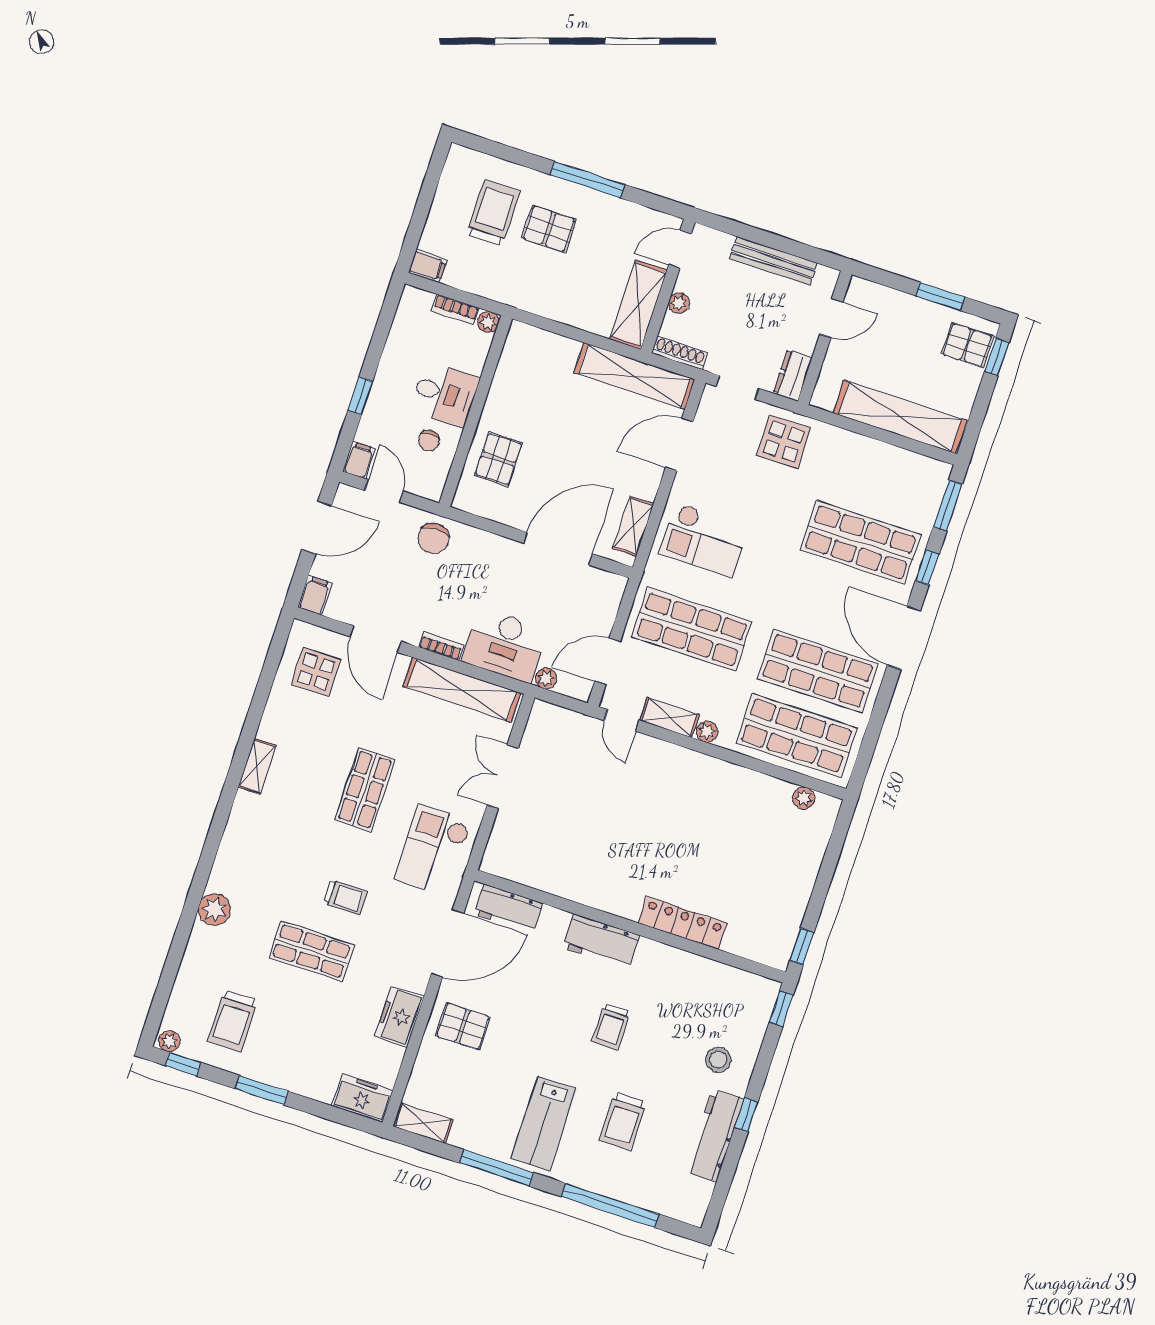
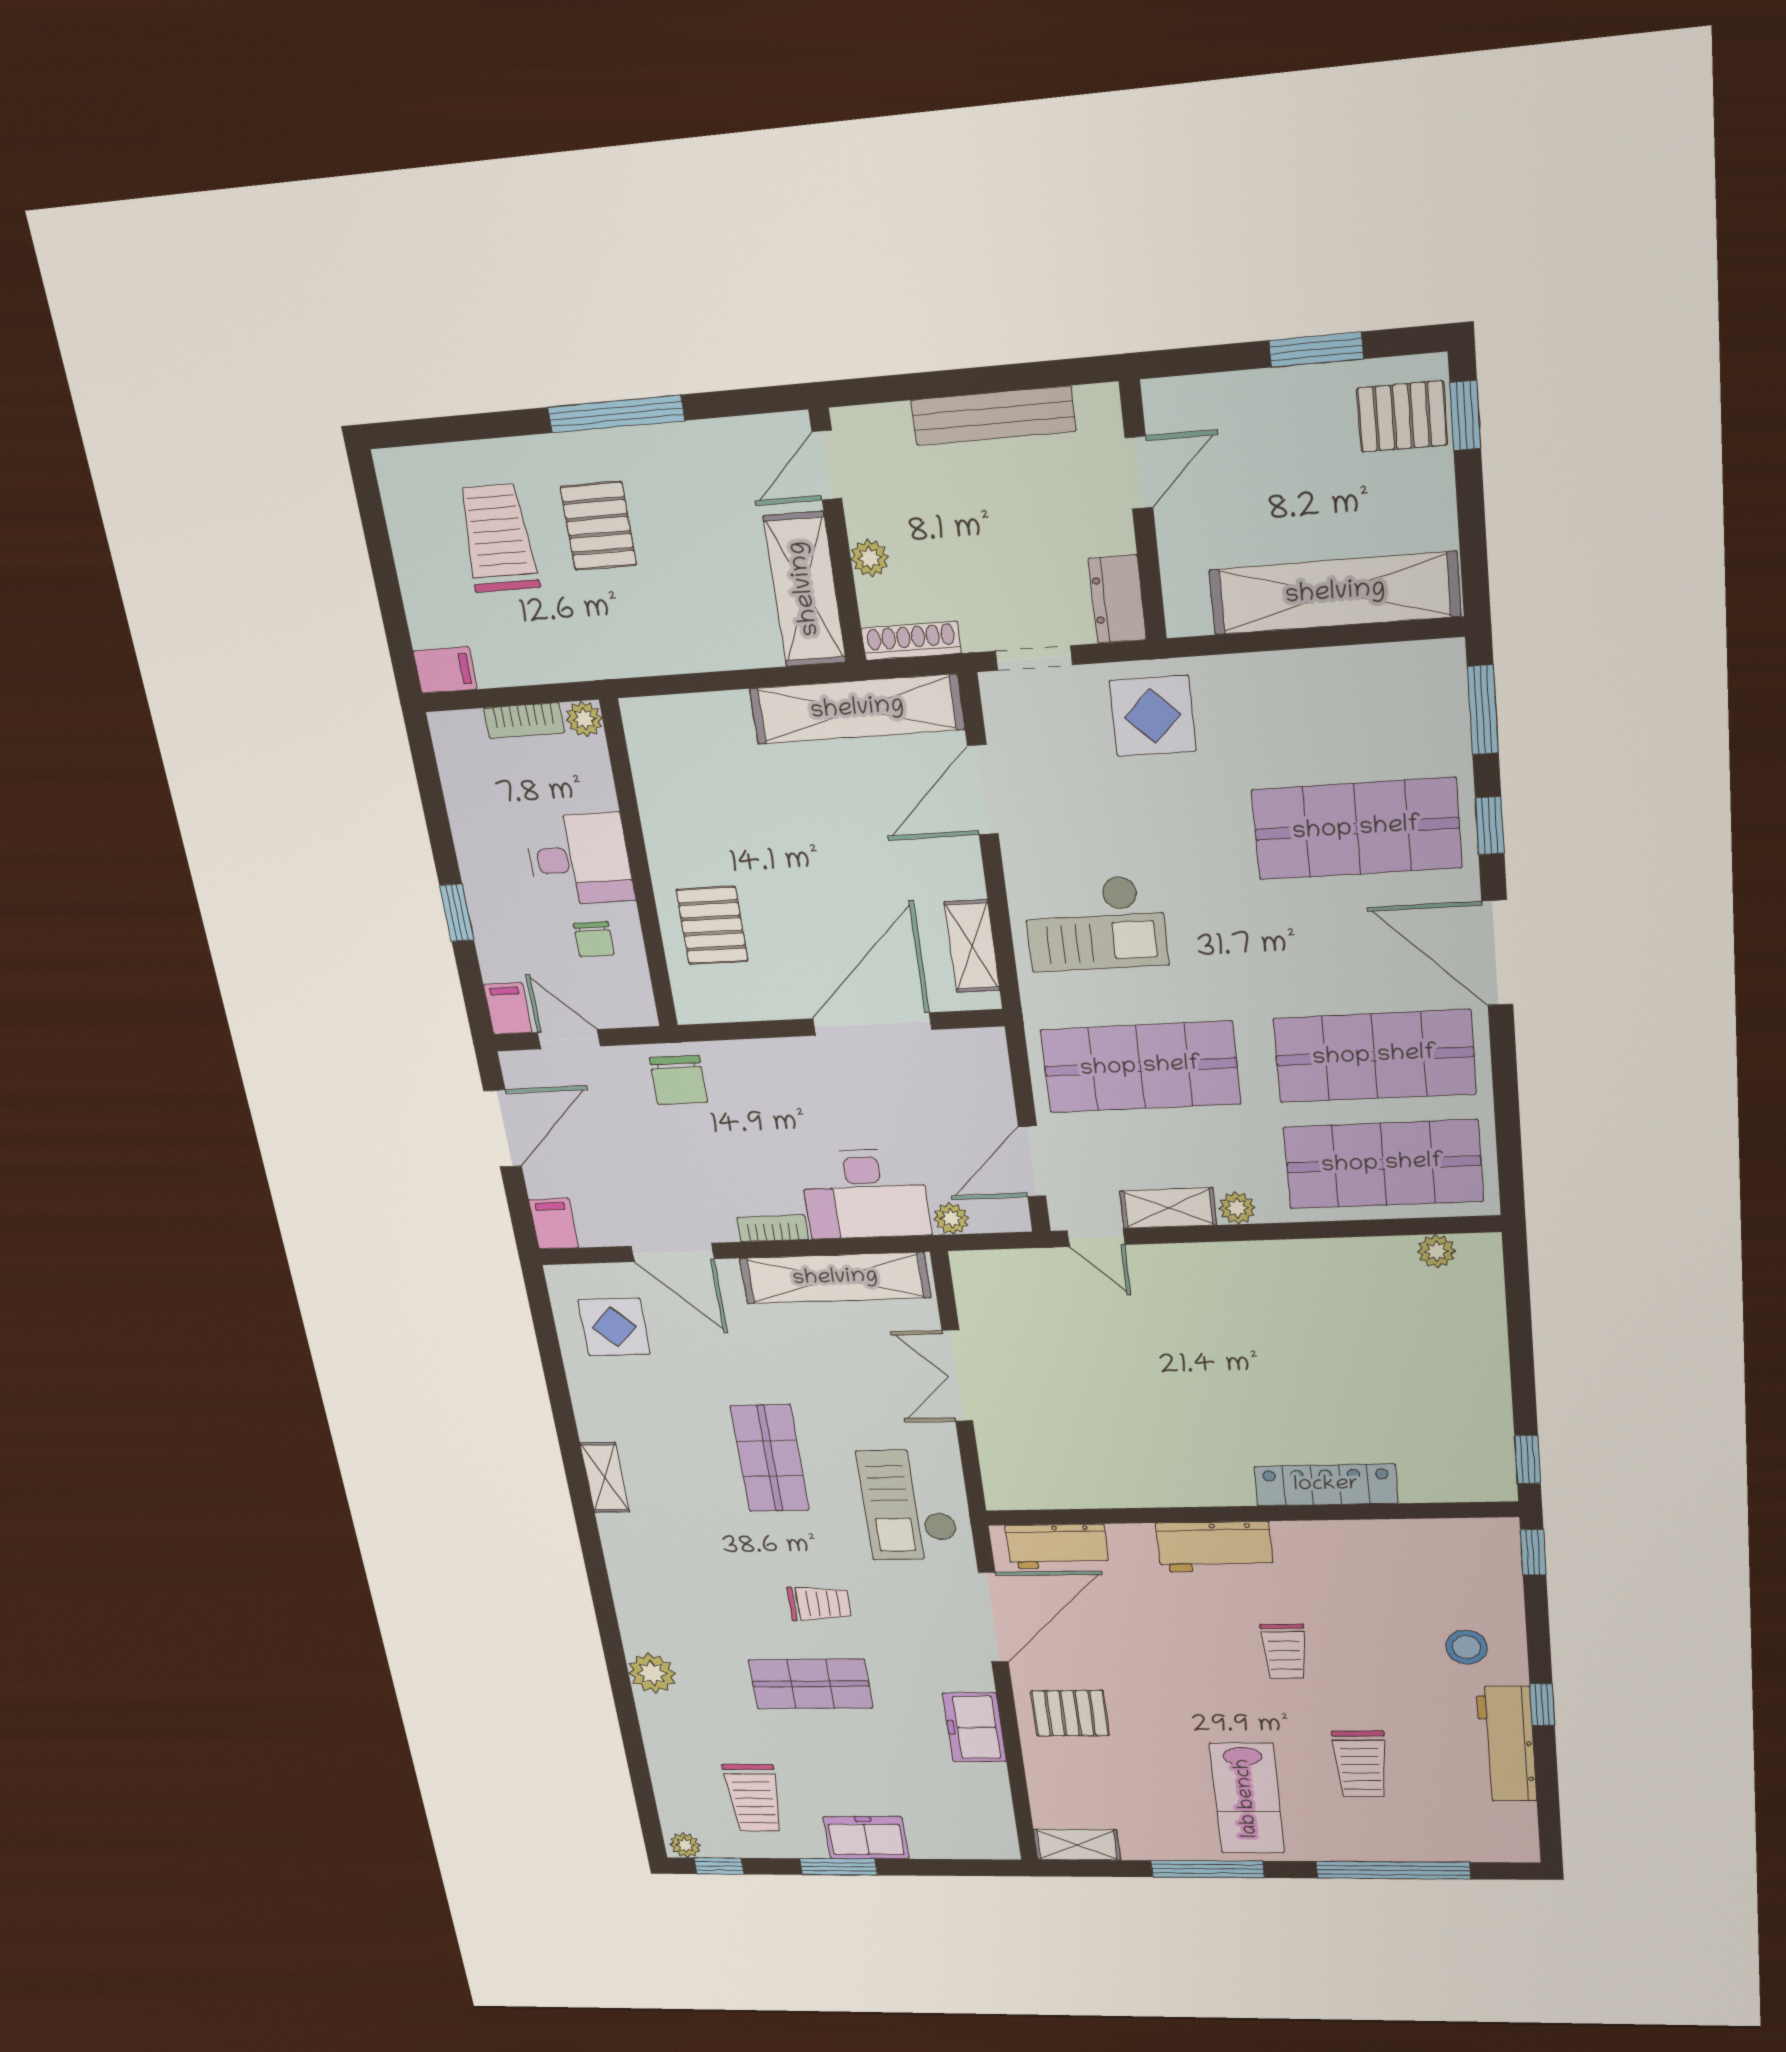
pallet: (549, 229) -> (598, 526), turned 90
freezer: (363, 1098) -> (866, 1838), moved

